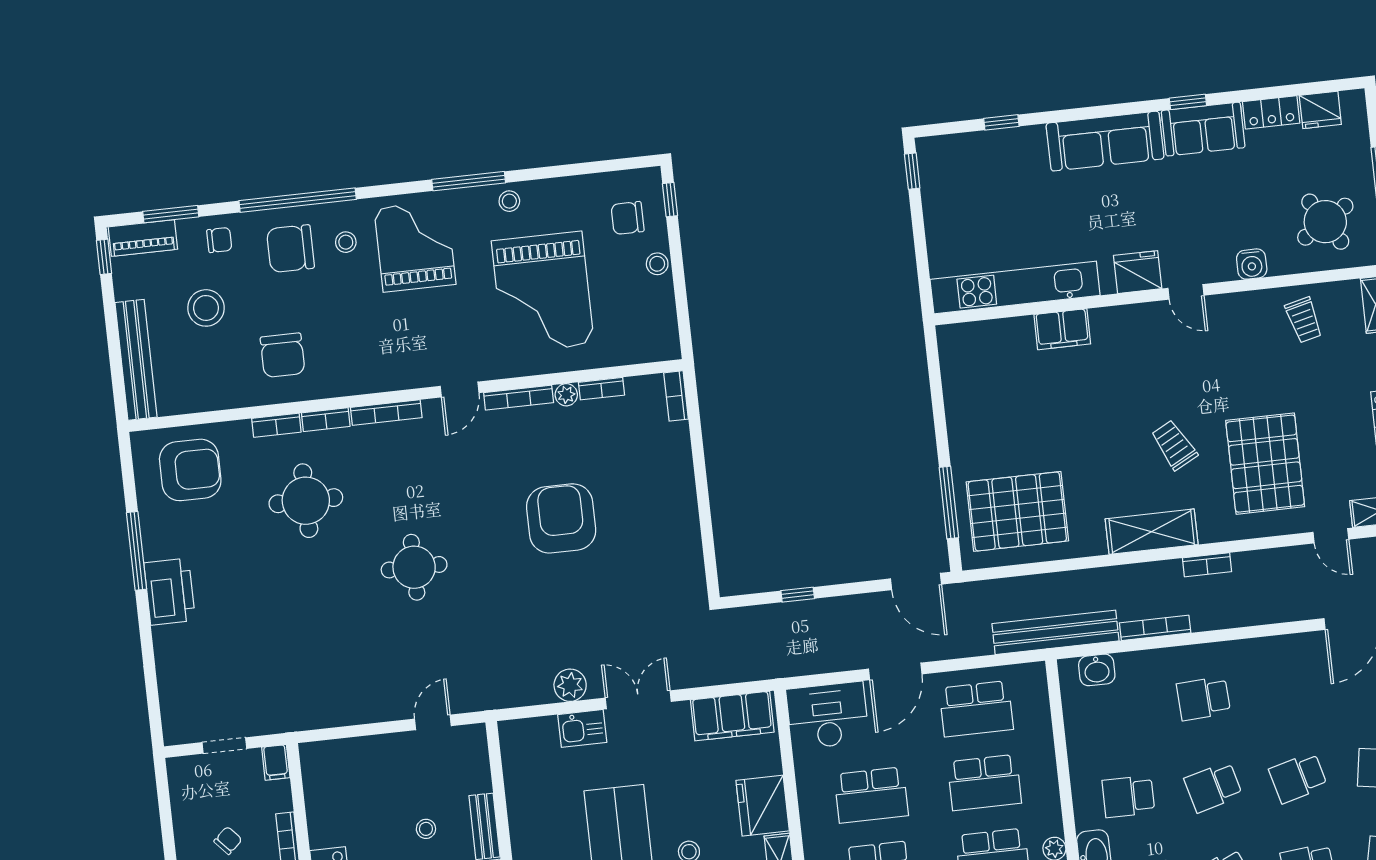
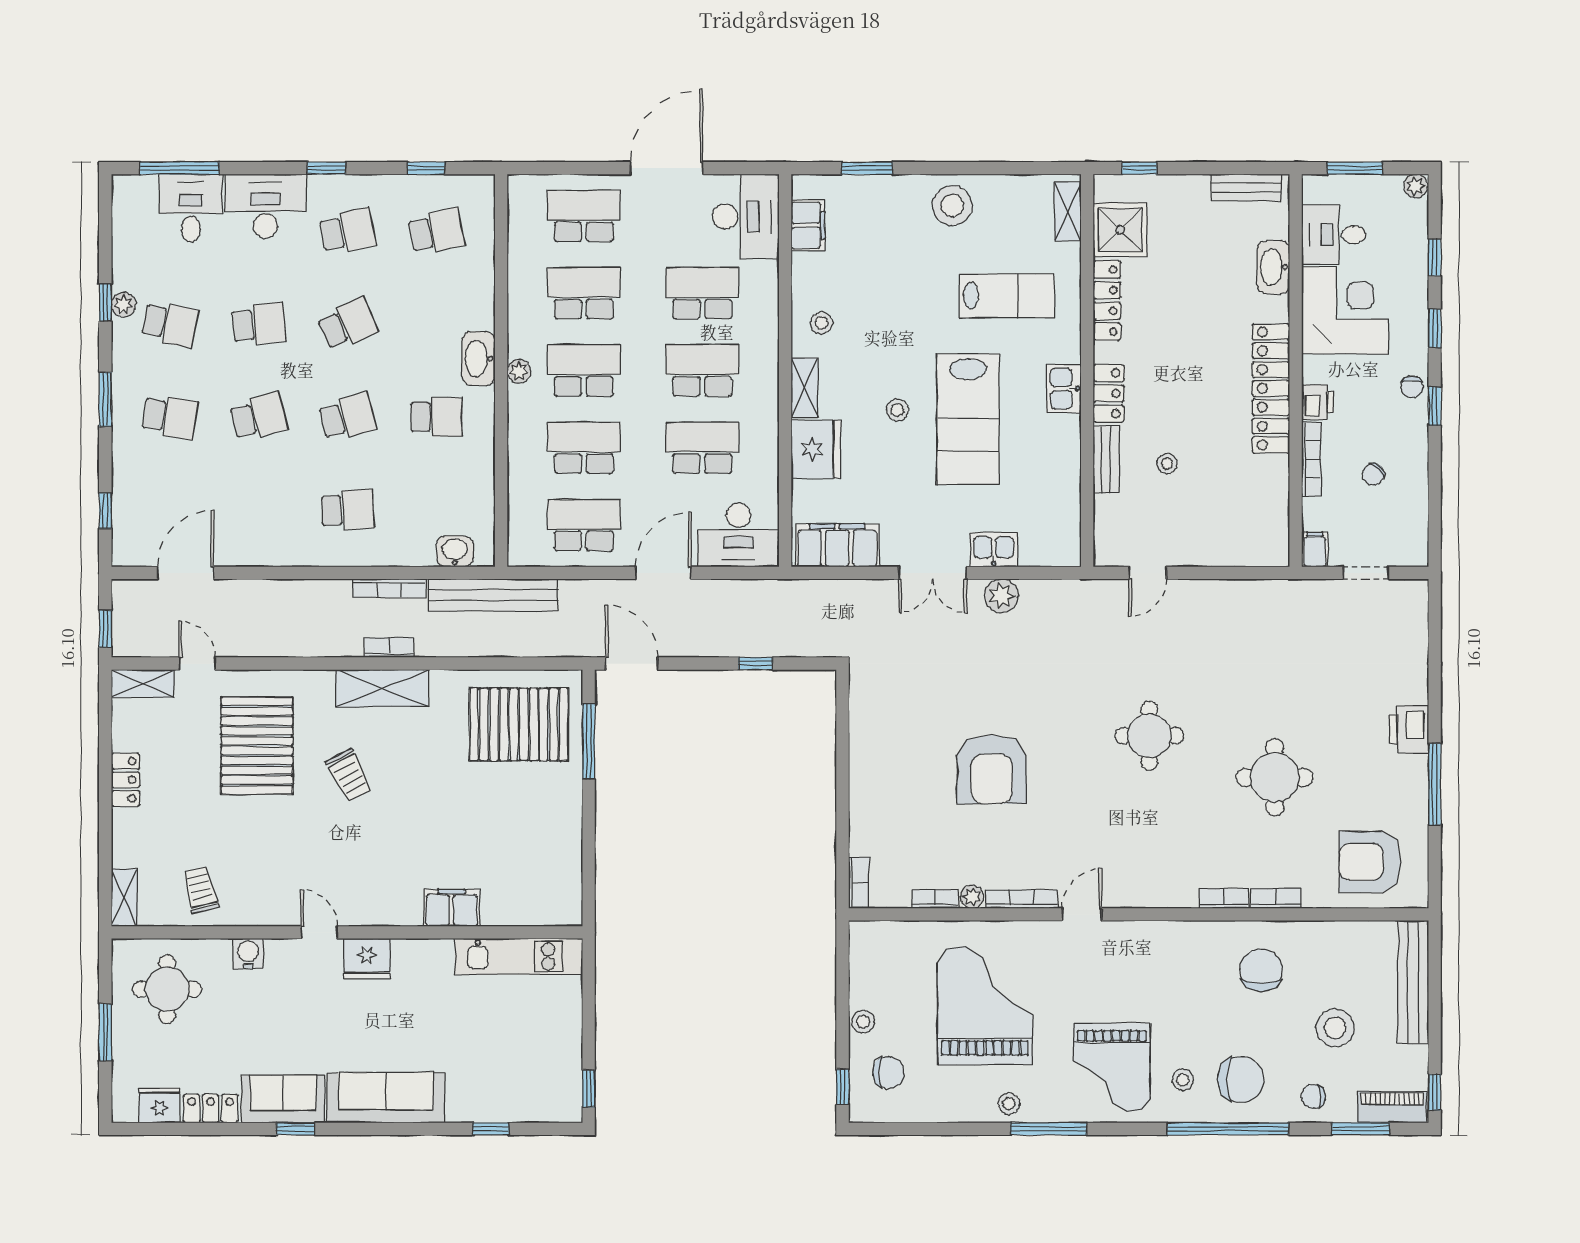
round table: (1325, 222) -> (167, 989), turned 32
kitchen unit: (1015, 287) -> (519, 956), width x0.73
bookcase: (386, 413) -> (1160, 899), removed
round table: (306, 501) -> (1275, 777), moved
bookcase: (1207, 565) -> (389, 648), moved
printer: (170, 592) -> (1409, 729), width x0.73, depth x0.84

